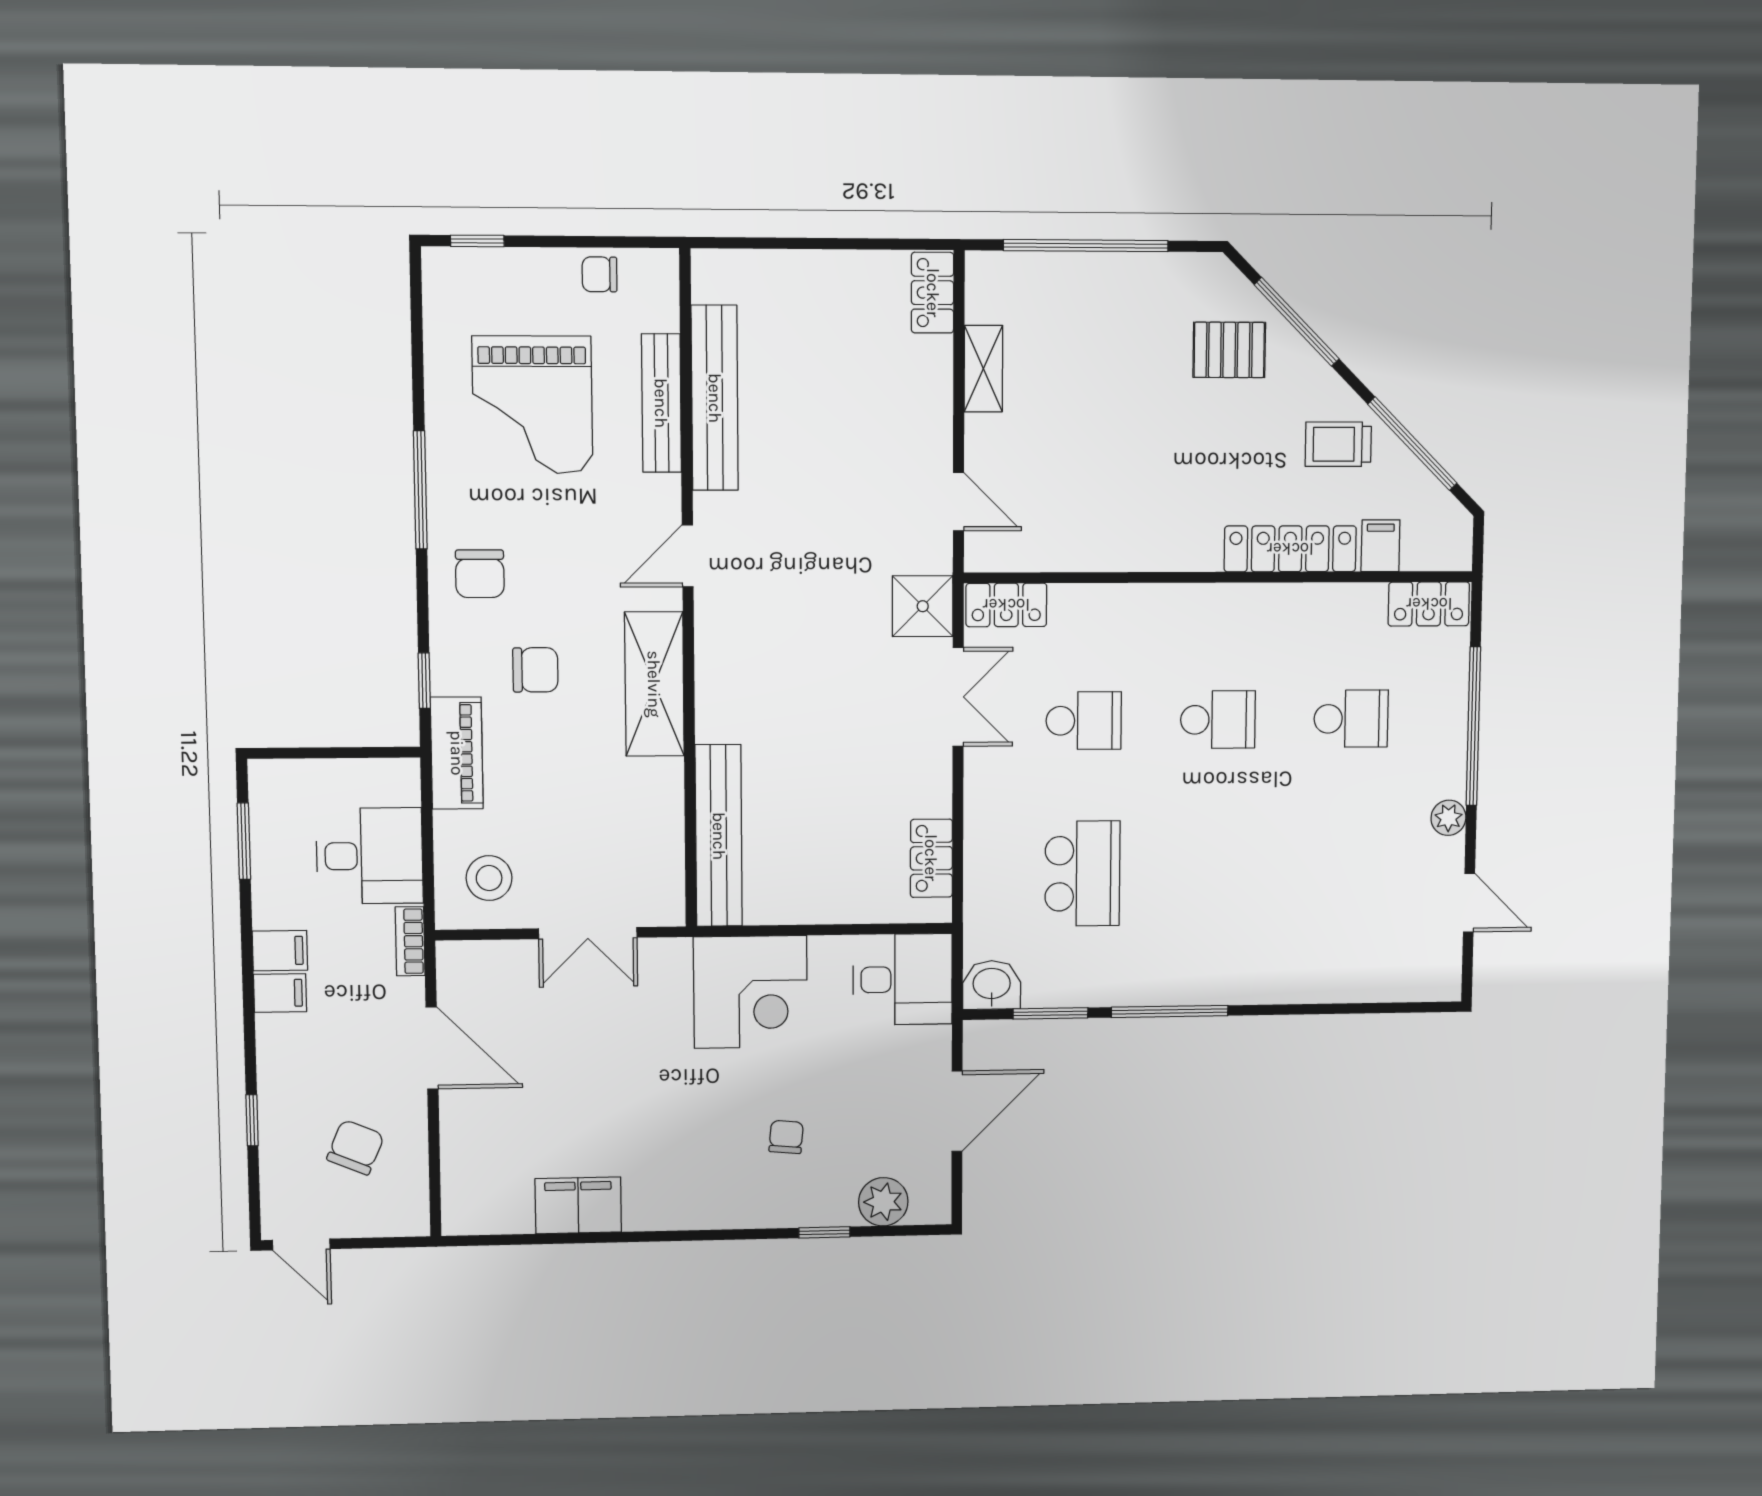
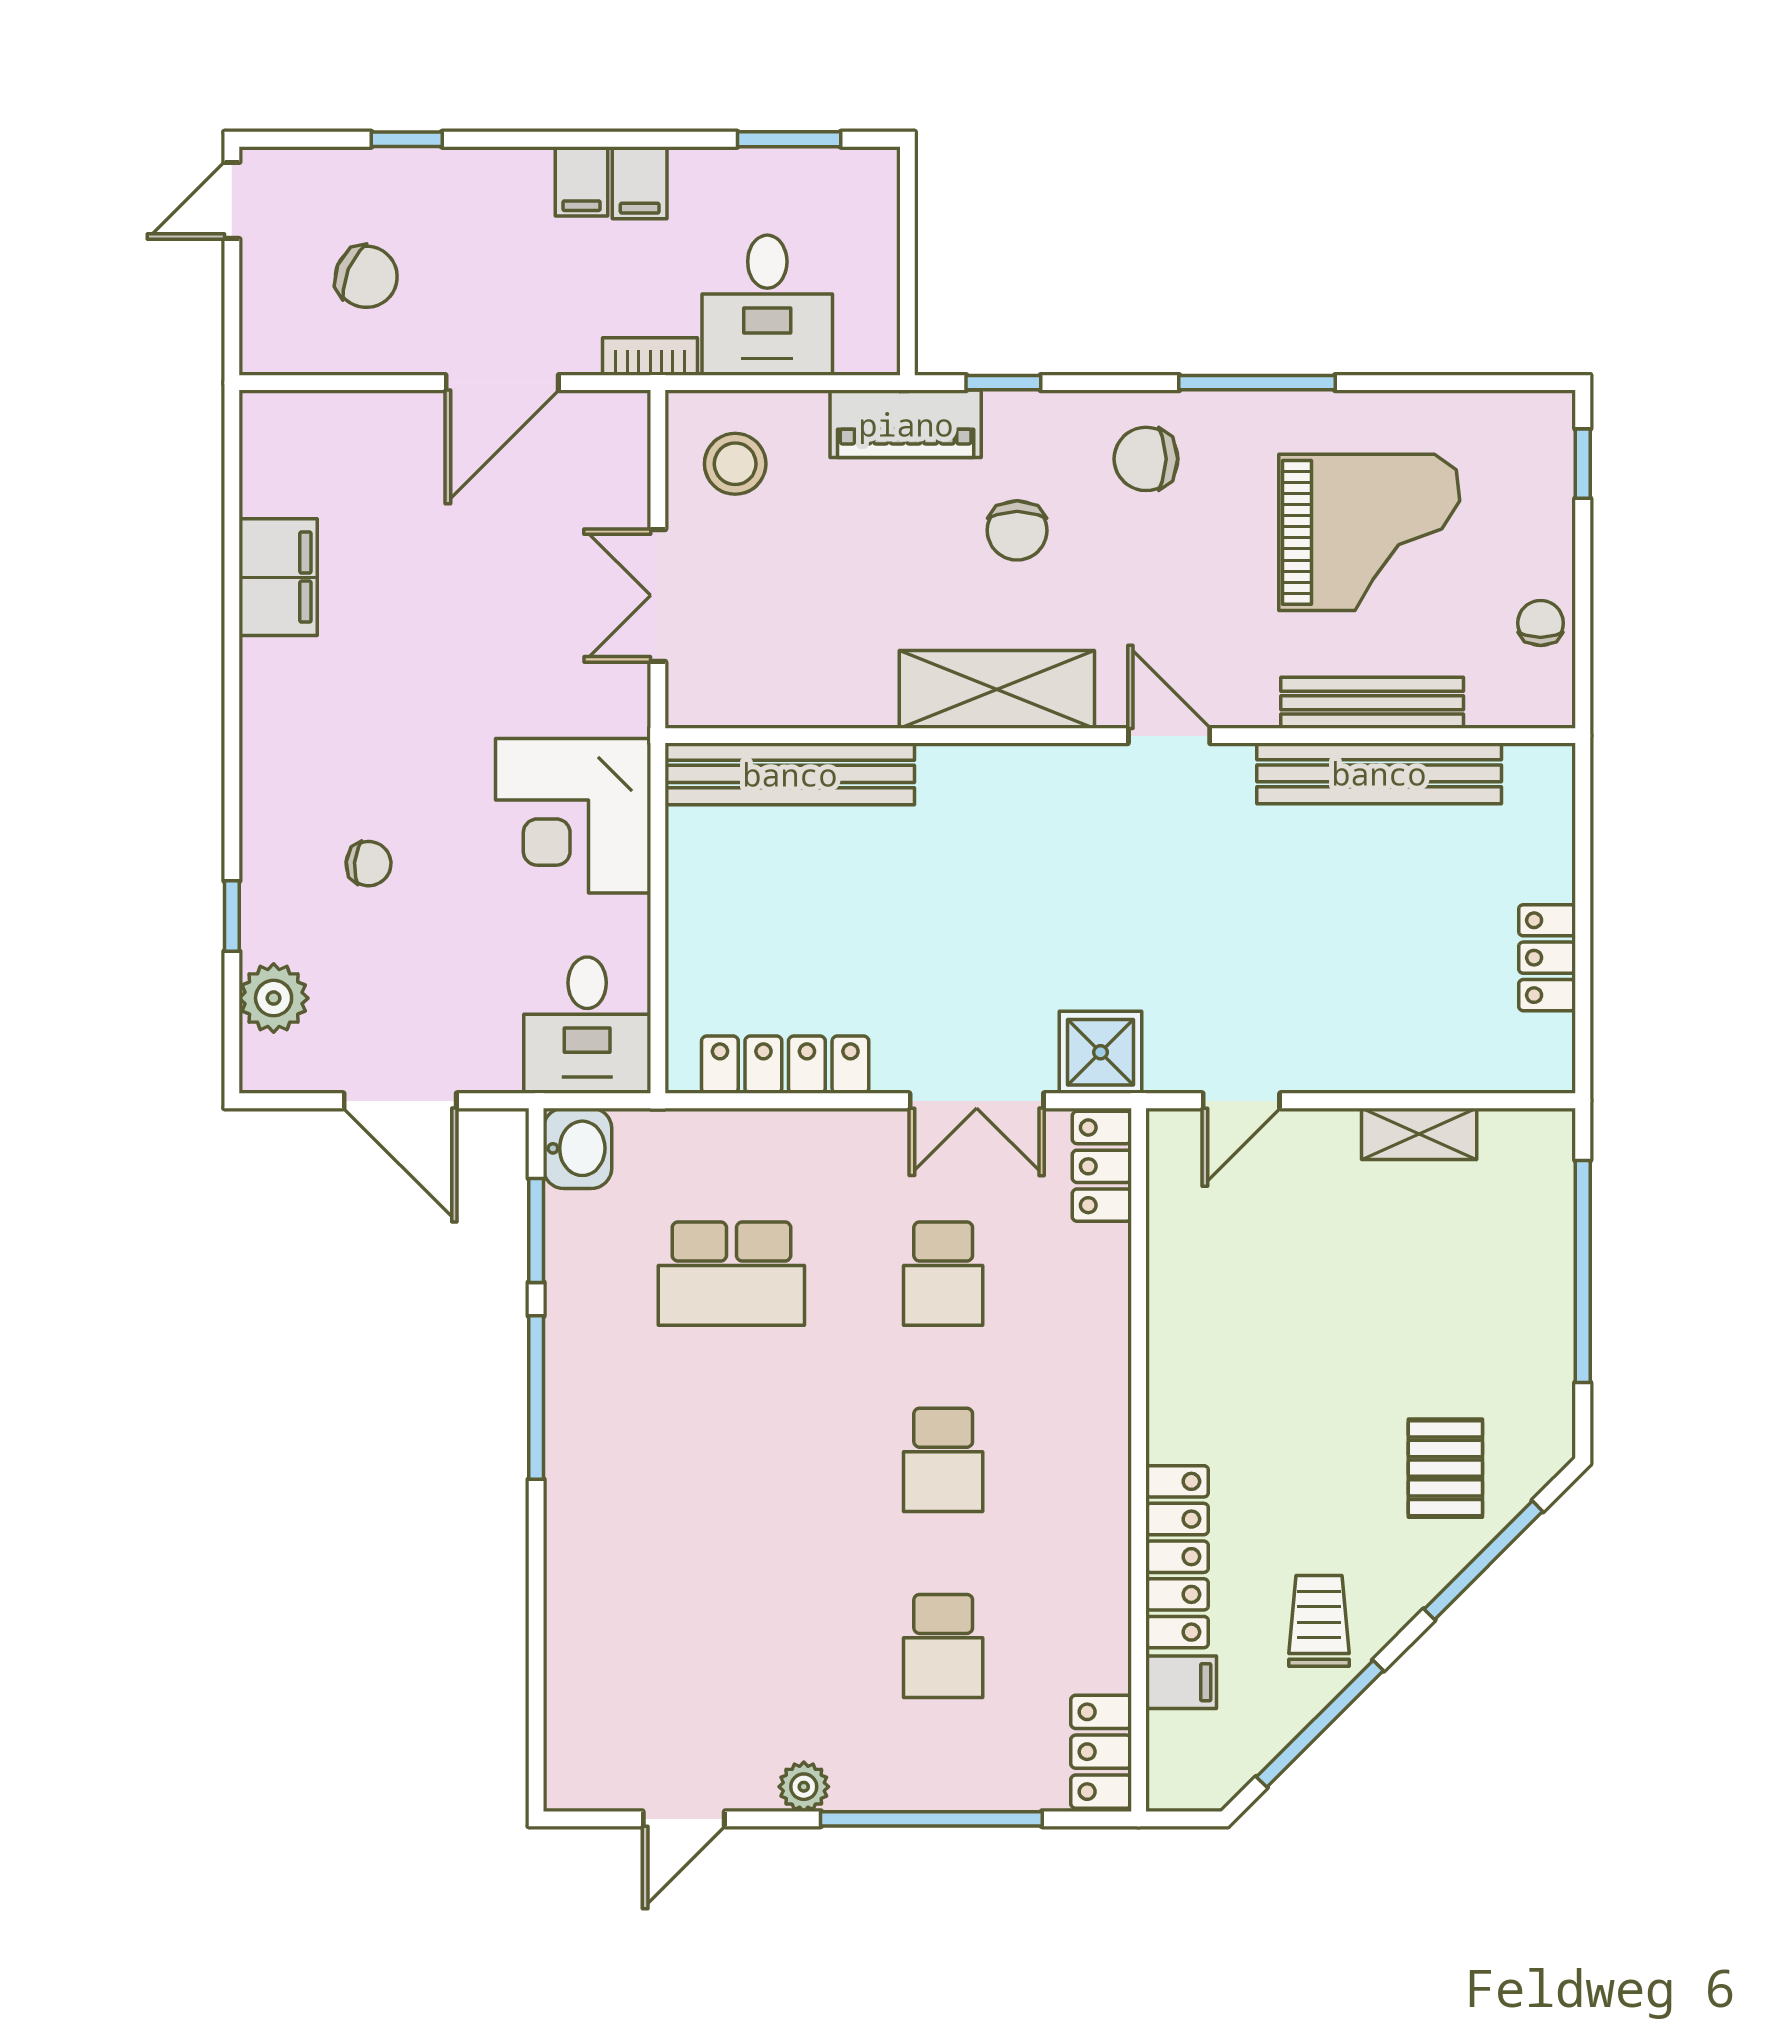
locker: (933, 293) -> (1547, 958), moved, turned -90
grand piano: (533, 405) -> (1369, 532), turned 180
locker: (931, 858) -> (785, 1065), width x1.53

